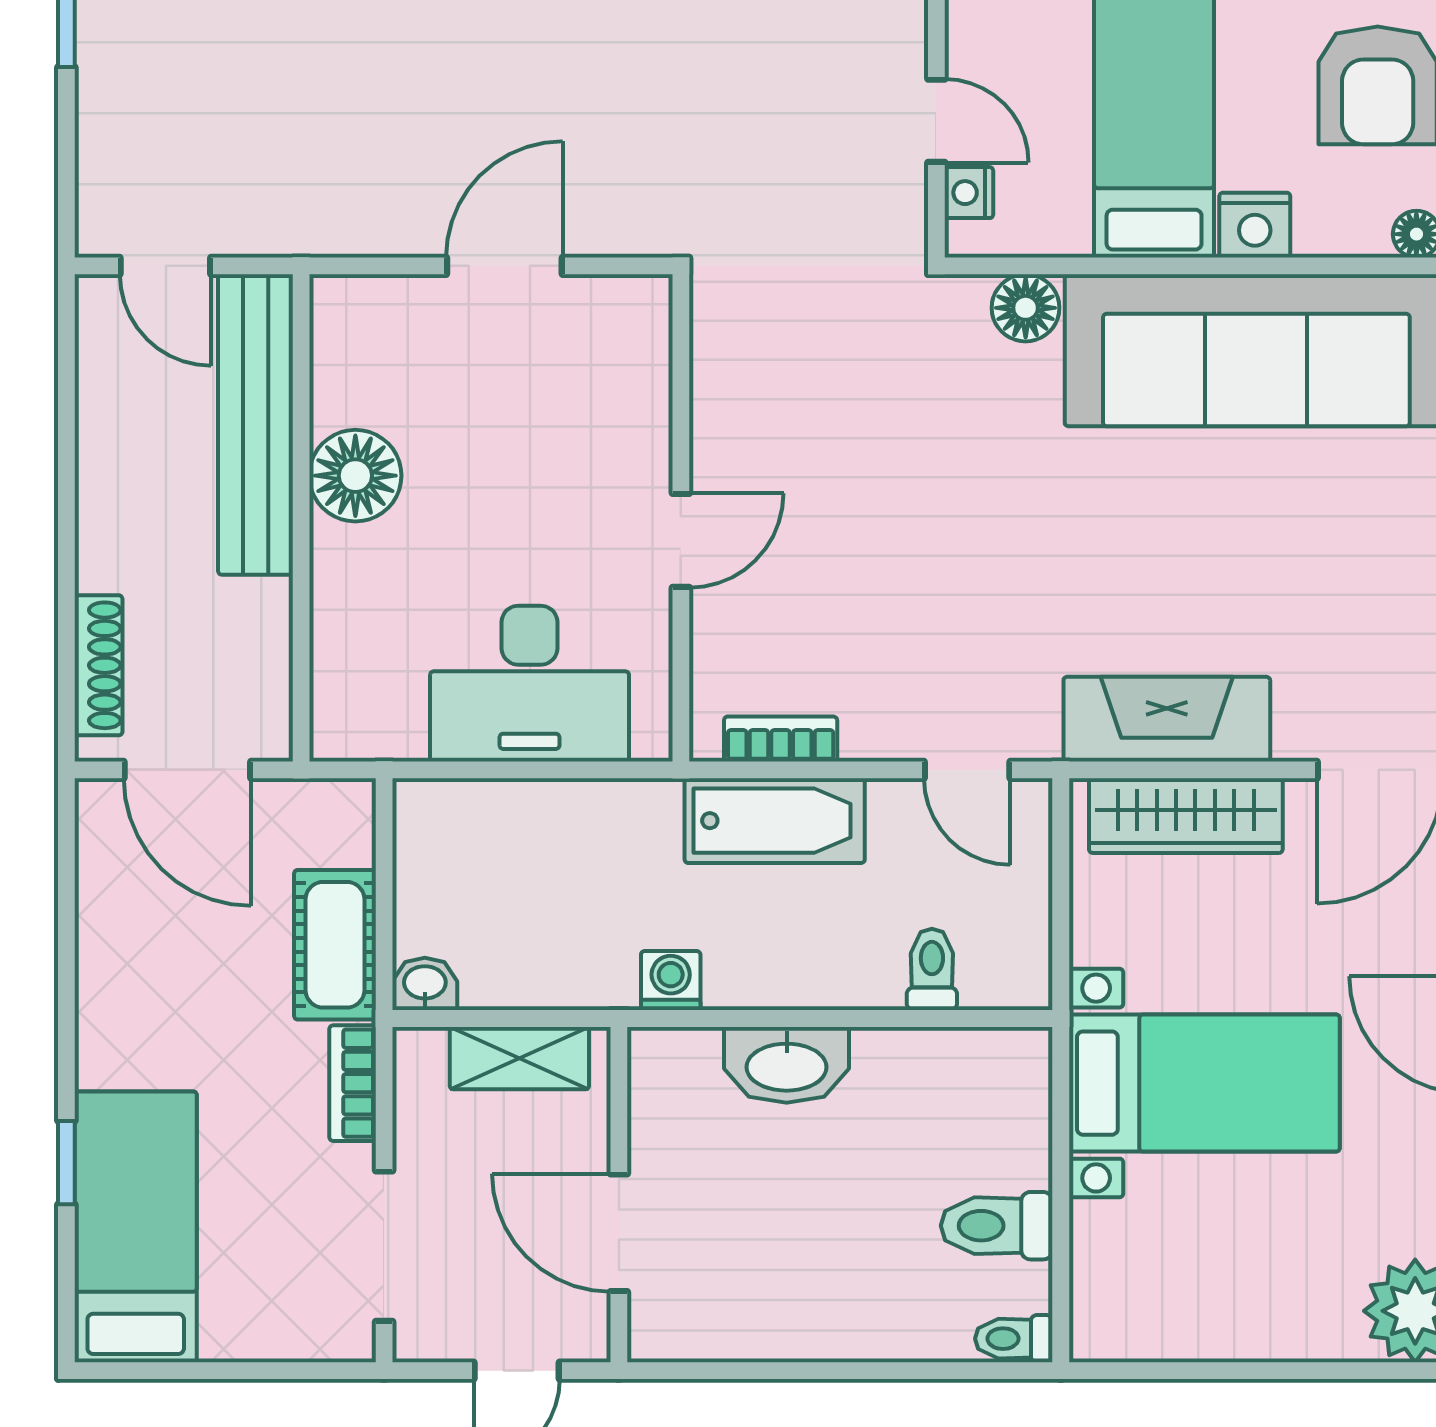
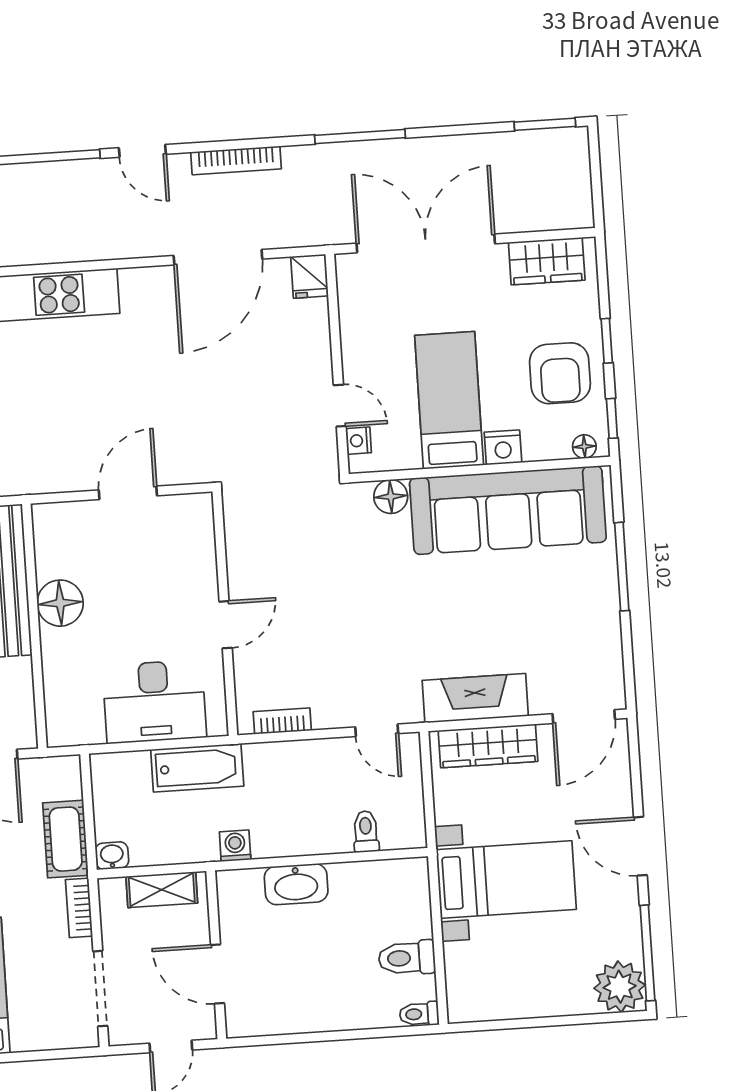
bathtub: (775, 821) -> (197, 768), moved

